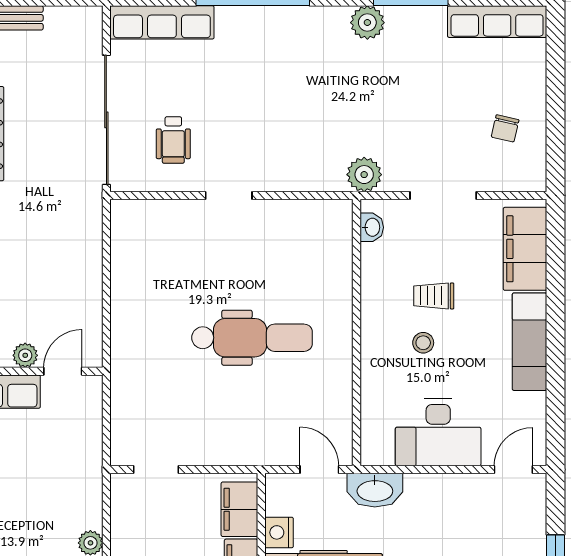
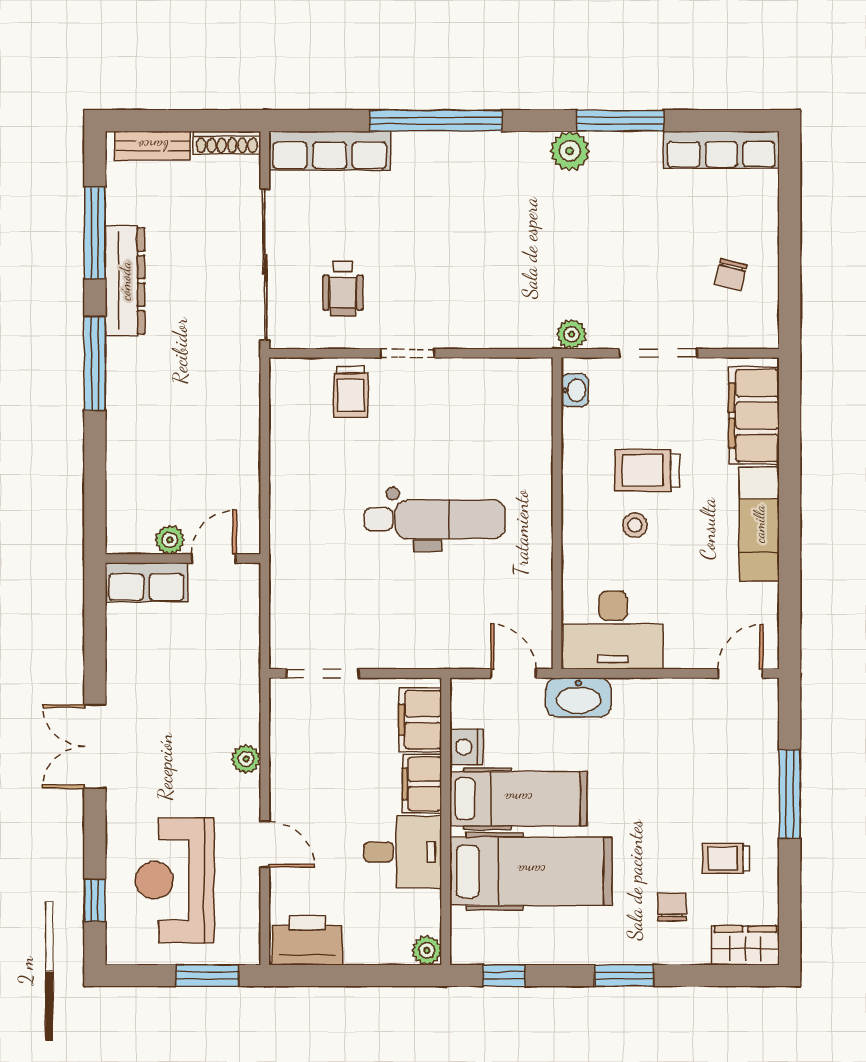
shoe rack: (74, 15) -> (227, 143), added
plant: (364, 175) -> (571, 334), width x0.73, depth x0.73
trolley: (180, 228) -> (351, 392), added
trolley: (434, 296) -> (647, 471), width x1.36, depth x1.39
desk: (438, 432) -> (613, 630), moved
doorway: (156, 470) -> (323, 673), width x1.38

